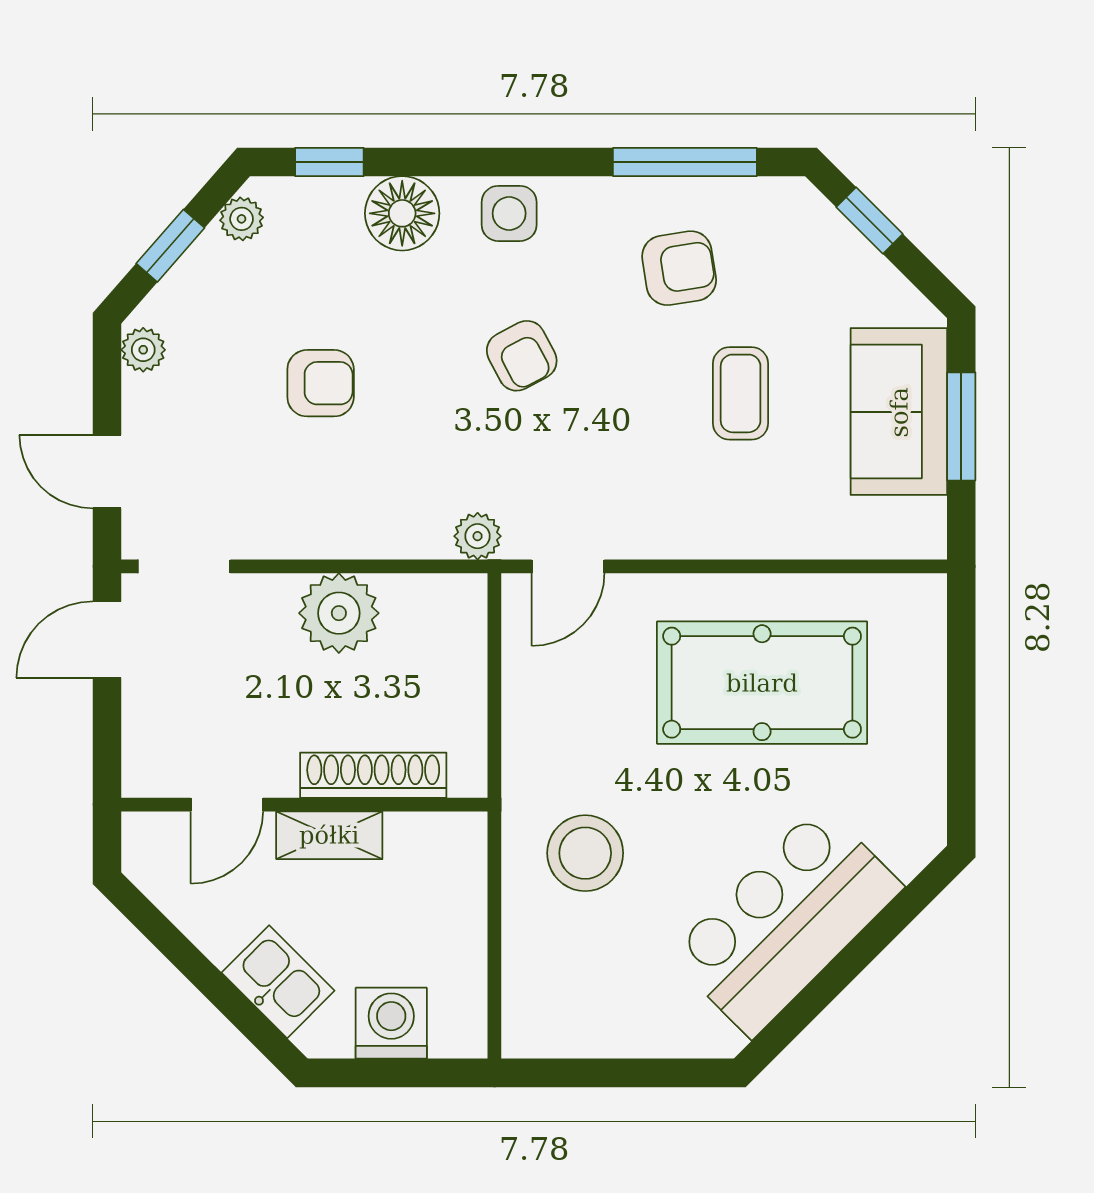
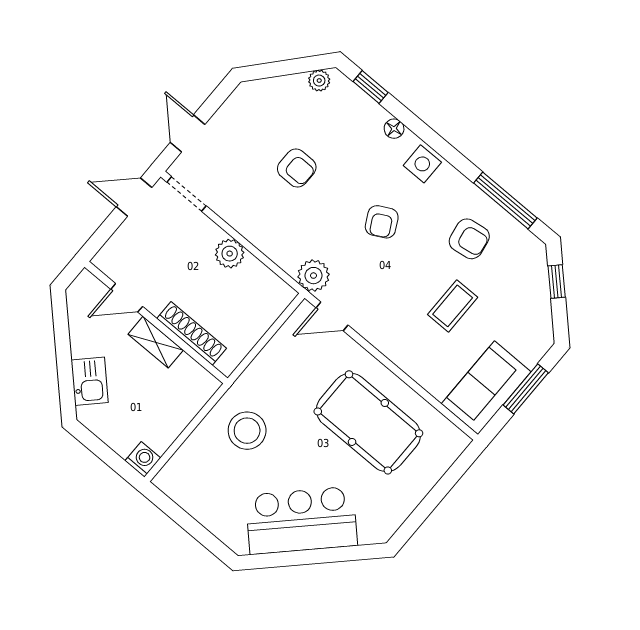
floor lamp: (402, 213) -> (394, 129), width x0.53, depth x0.53
window: (170, 246) -> (284, 68), removed
plant: (143, 350) -> (240, 99), removed
sofa: (899, 412) -> (486, 388), moved
plant: (478, 536) -> (314, 276), width x1.38, depth x1.38
plant: (339, 613) -> (230, 254), width x0.73, depth x0.73
washing machine: (391, 1023) -> (143, 459), moved, width x0.73, depth x0.73

